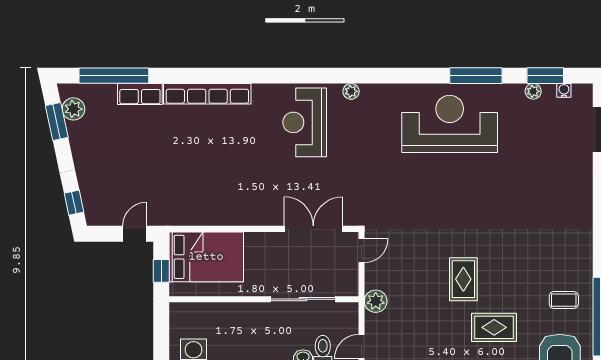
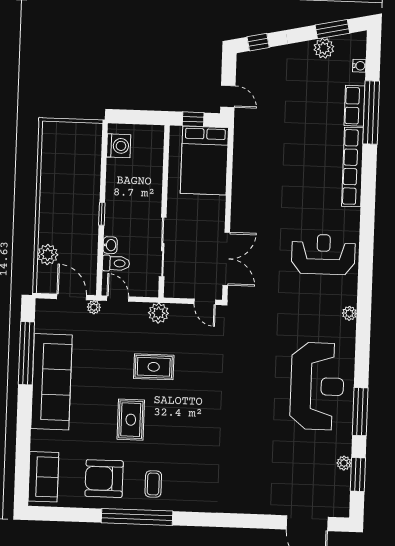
window: (114, 76) -> (371, 113), moved
water cooler: (564, 90) -> (359, 66), moved
plant: (351, 91) -> (349, 313), moved
plant: (73, 109) -> (324, 48), moved
rug: (463, 279) -> (154, 367), moved

